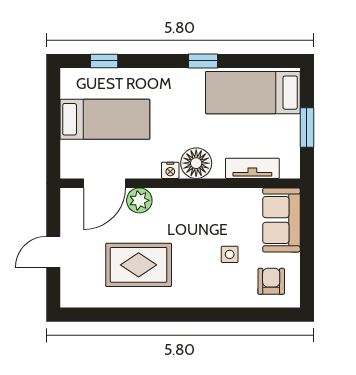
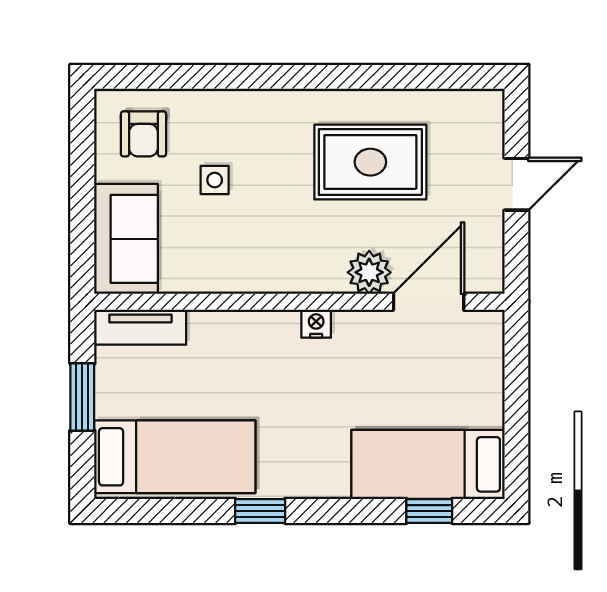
bed: (105, 119) -> (428, 464), moved
floor lamp: (196, 163) -> (272, 336), removed
tv unit: (252, 168) -> (140, 327), moved

